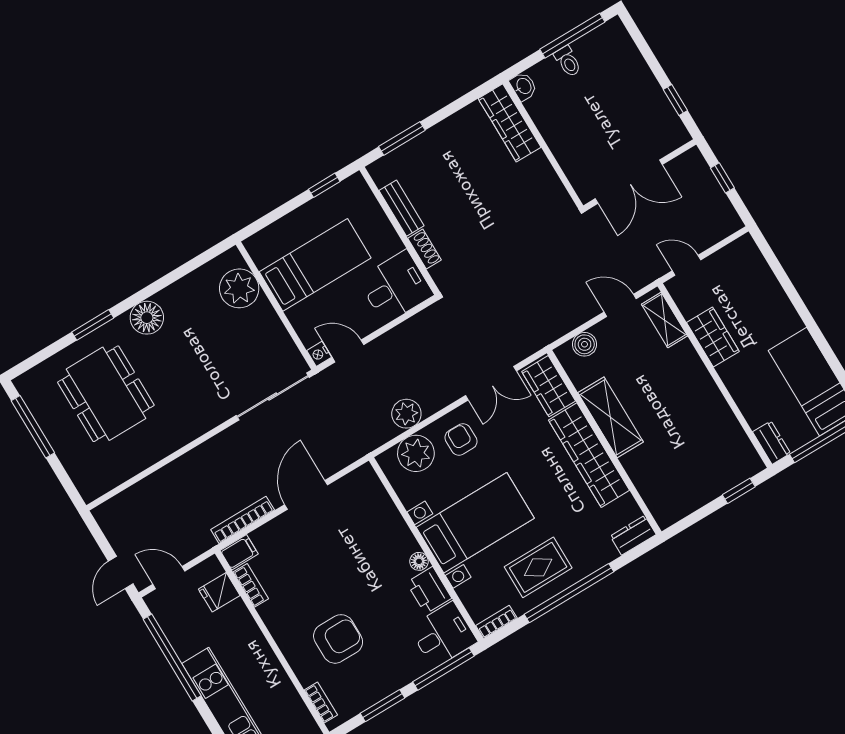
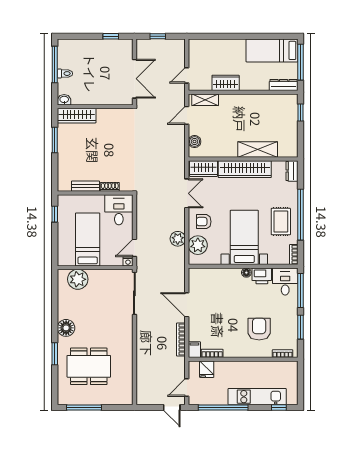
window: (402, 138) -> (55, 140), moved
shelving: (611, 417) -> (258, 150), moved
dresser: (772, 443) -> (284, 85), width x1.44

